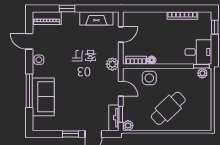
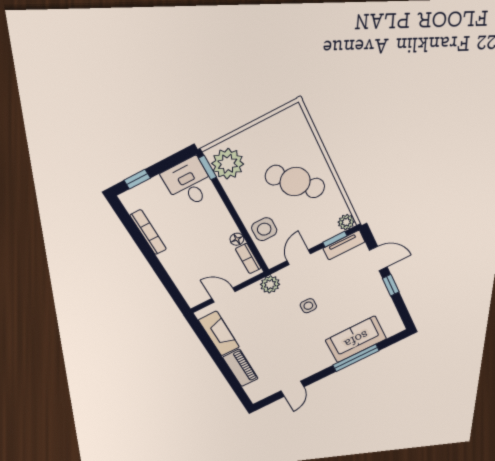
window: (67, 9) -> (226, 371), removed
piano: (47, 18) -> (240, 368), moved
side table: (39, 60) -> (308, 306), moved
plant: (202, 73) -> (228, 164), width x1.88, depth x1.88

